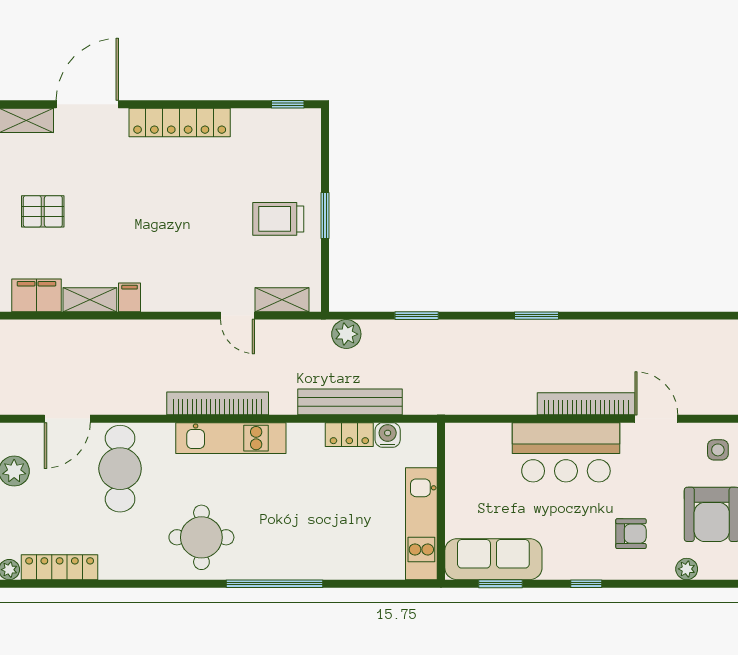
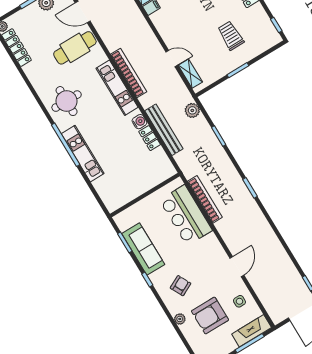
trolley: (278, 219) -> (231, 36), moved
door: (237, 316) -> (172, 59), swing flipped
bookcase: (586, 404) -> (205, 199), moved
water cooler: (388, 435) -> (139, 122), moved
bar counter: (566, 452) -> (186, 215), moved
kitchen unit: (421, 524) -> (83, 154), moved, turned 90
armchair: (631, 534) -> (181, 286), turned -117
sofa: (493, 559) -> (143, 249), moved

